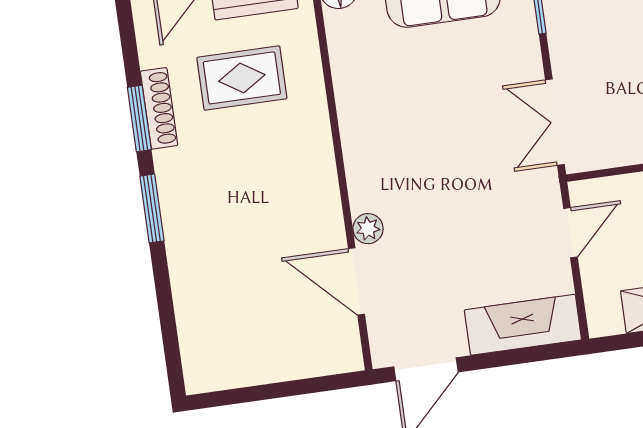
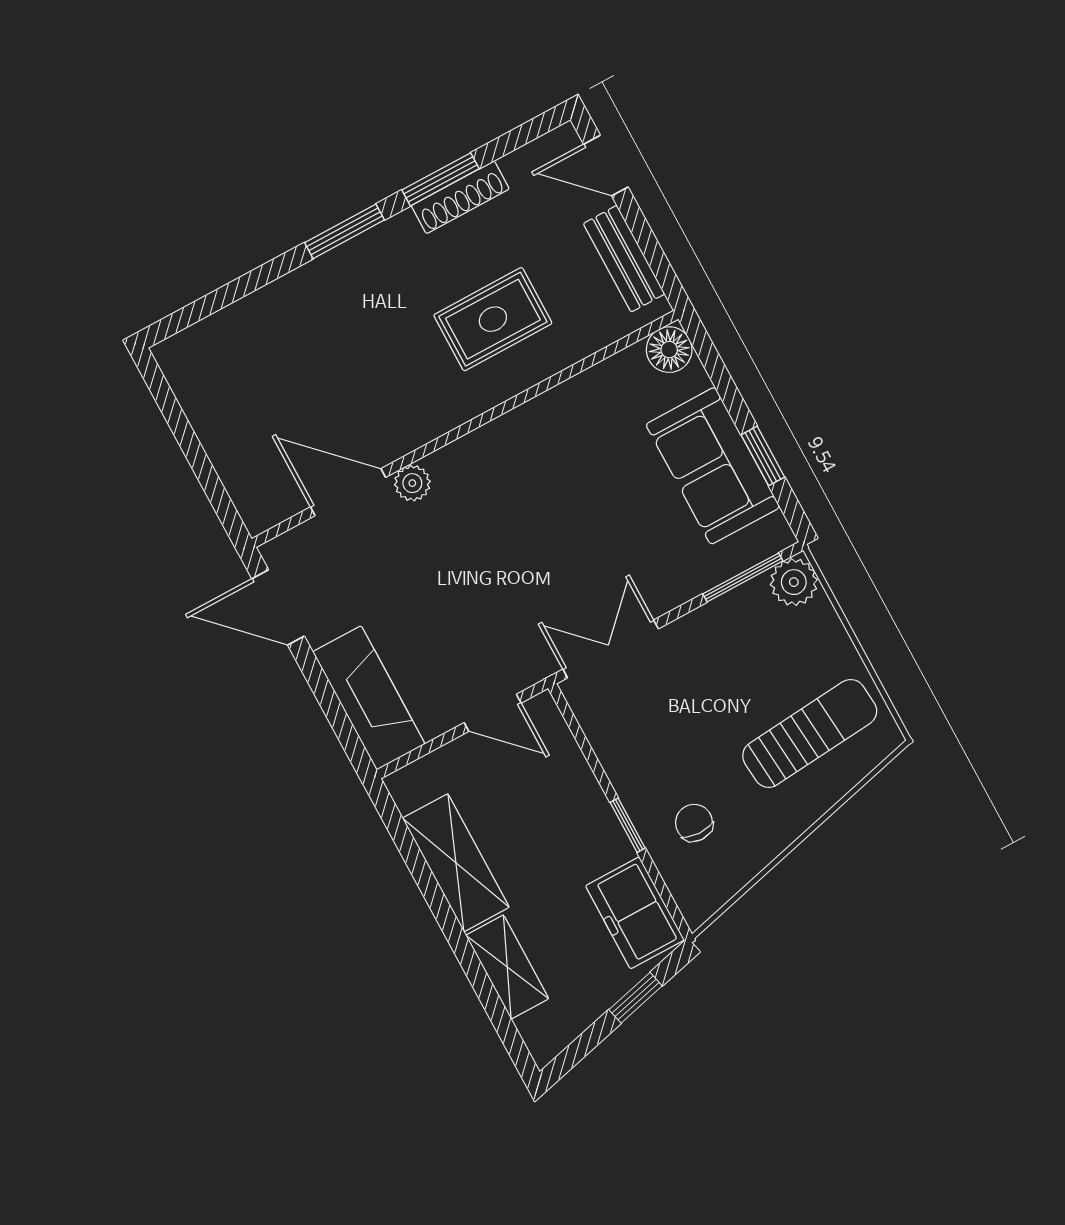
rug: (242, 78) -> (493, 319), moved, turned 90
door: (356, 281) -> (348, 492), hinge flipped

